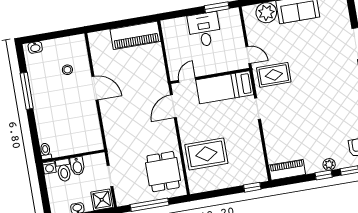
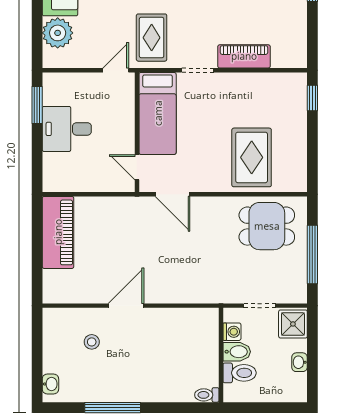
washing machine: (49, 168) -> (232, 332), moved
piano: (287, 170) -> (244, 56), moved, turned 90

